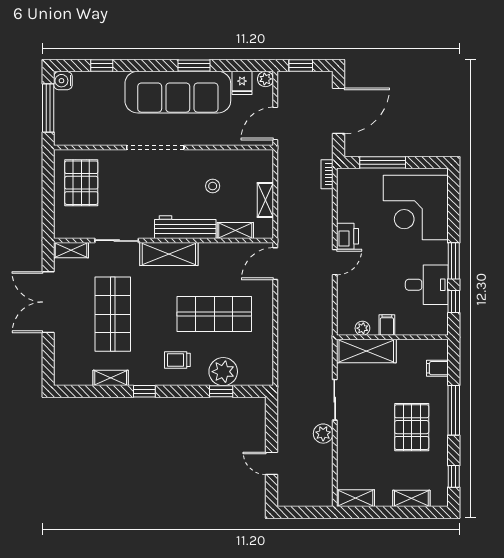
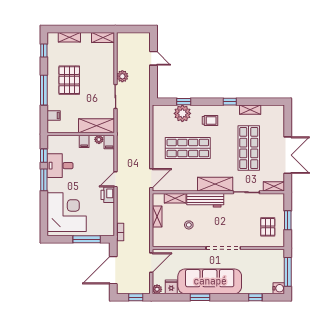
pallet: (81, 183) -> (268, 227), width x0.67, depth x0.71
window: (48, 194) -> (288, 220), added
filing cabinet: (345, 324) -> (109, 142), added

